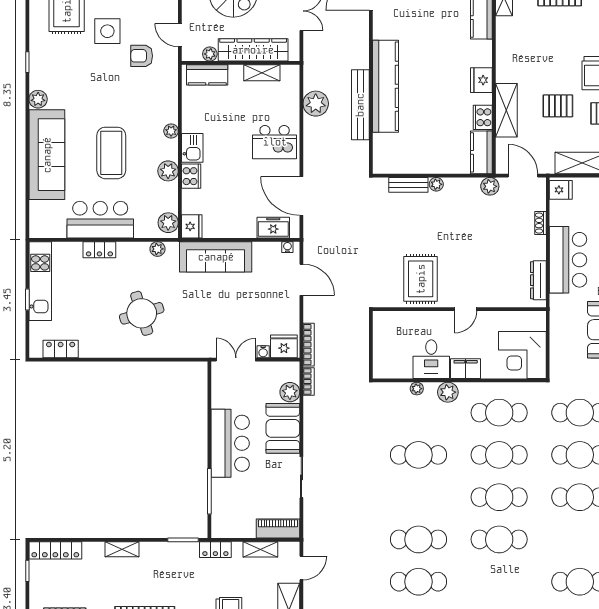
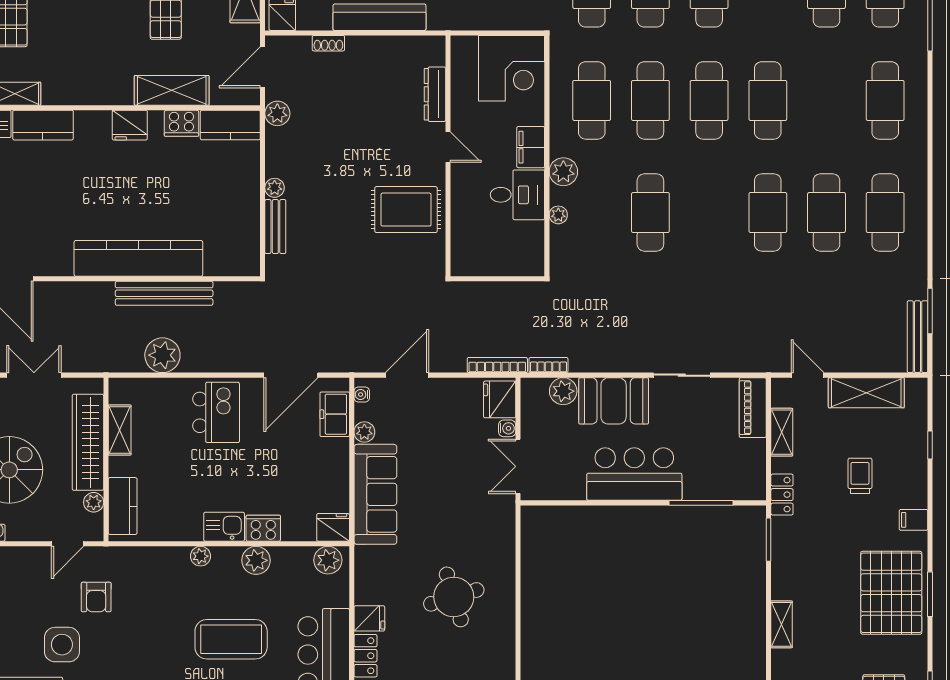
plant: (157, 249) -> (364, 432), moved
fridge: (126, 253) -> (369, 618), added
dresser: (538, 280) -> (435, 94), moved, turned 90

